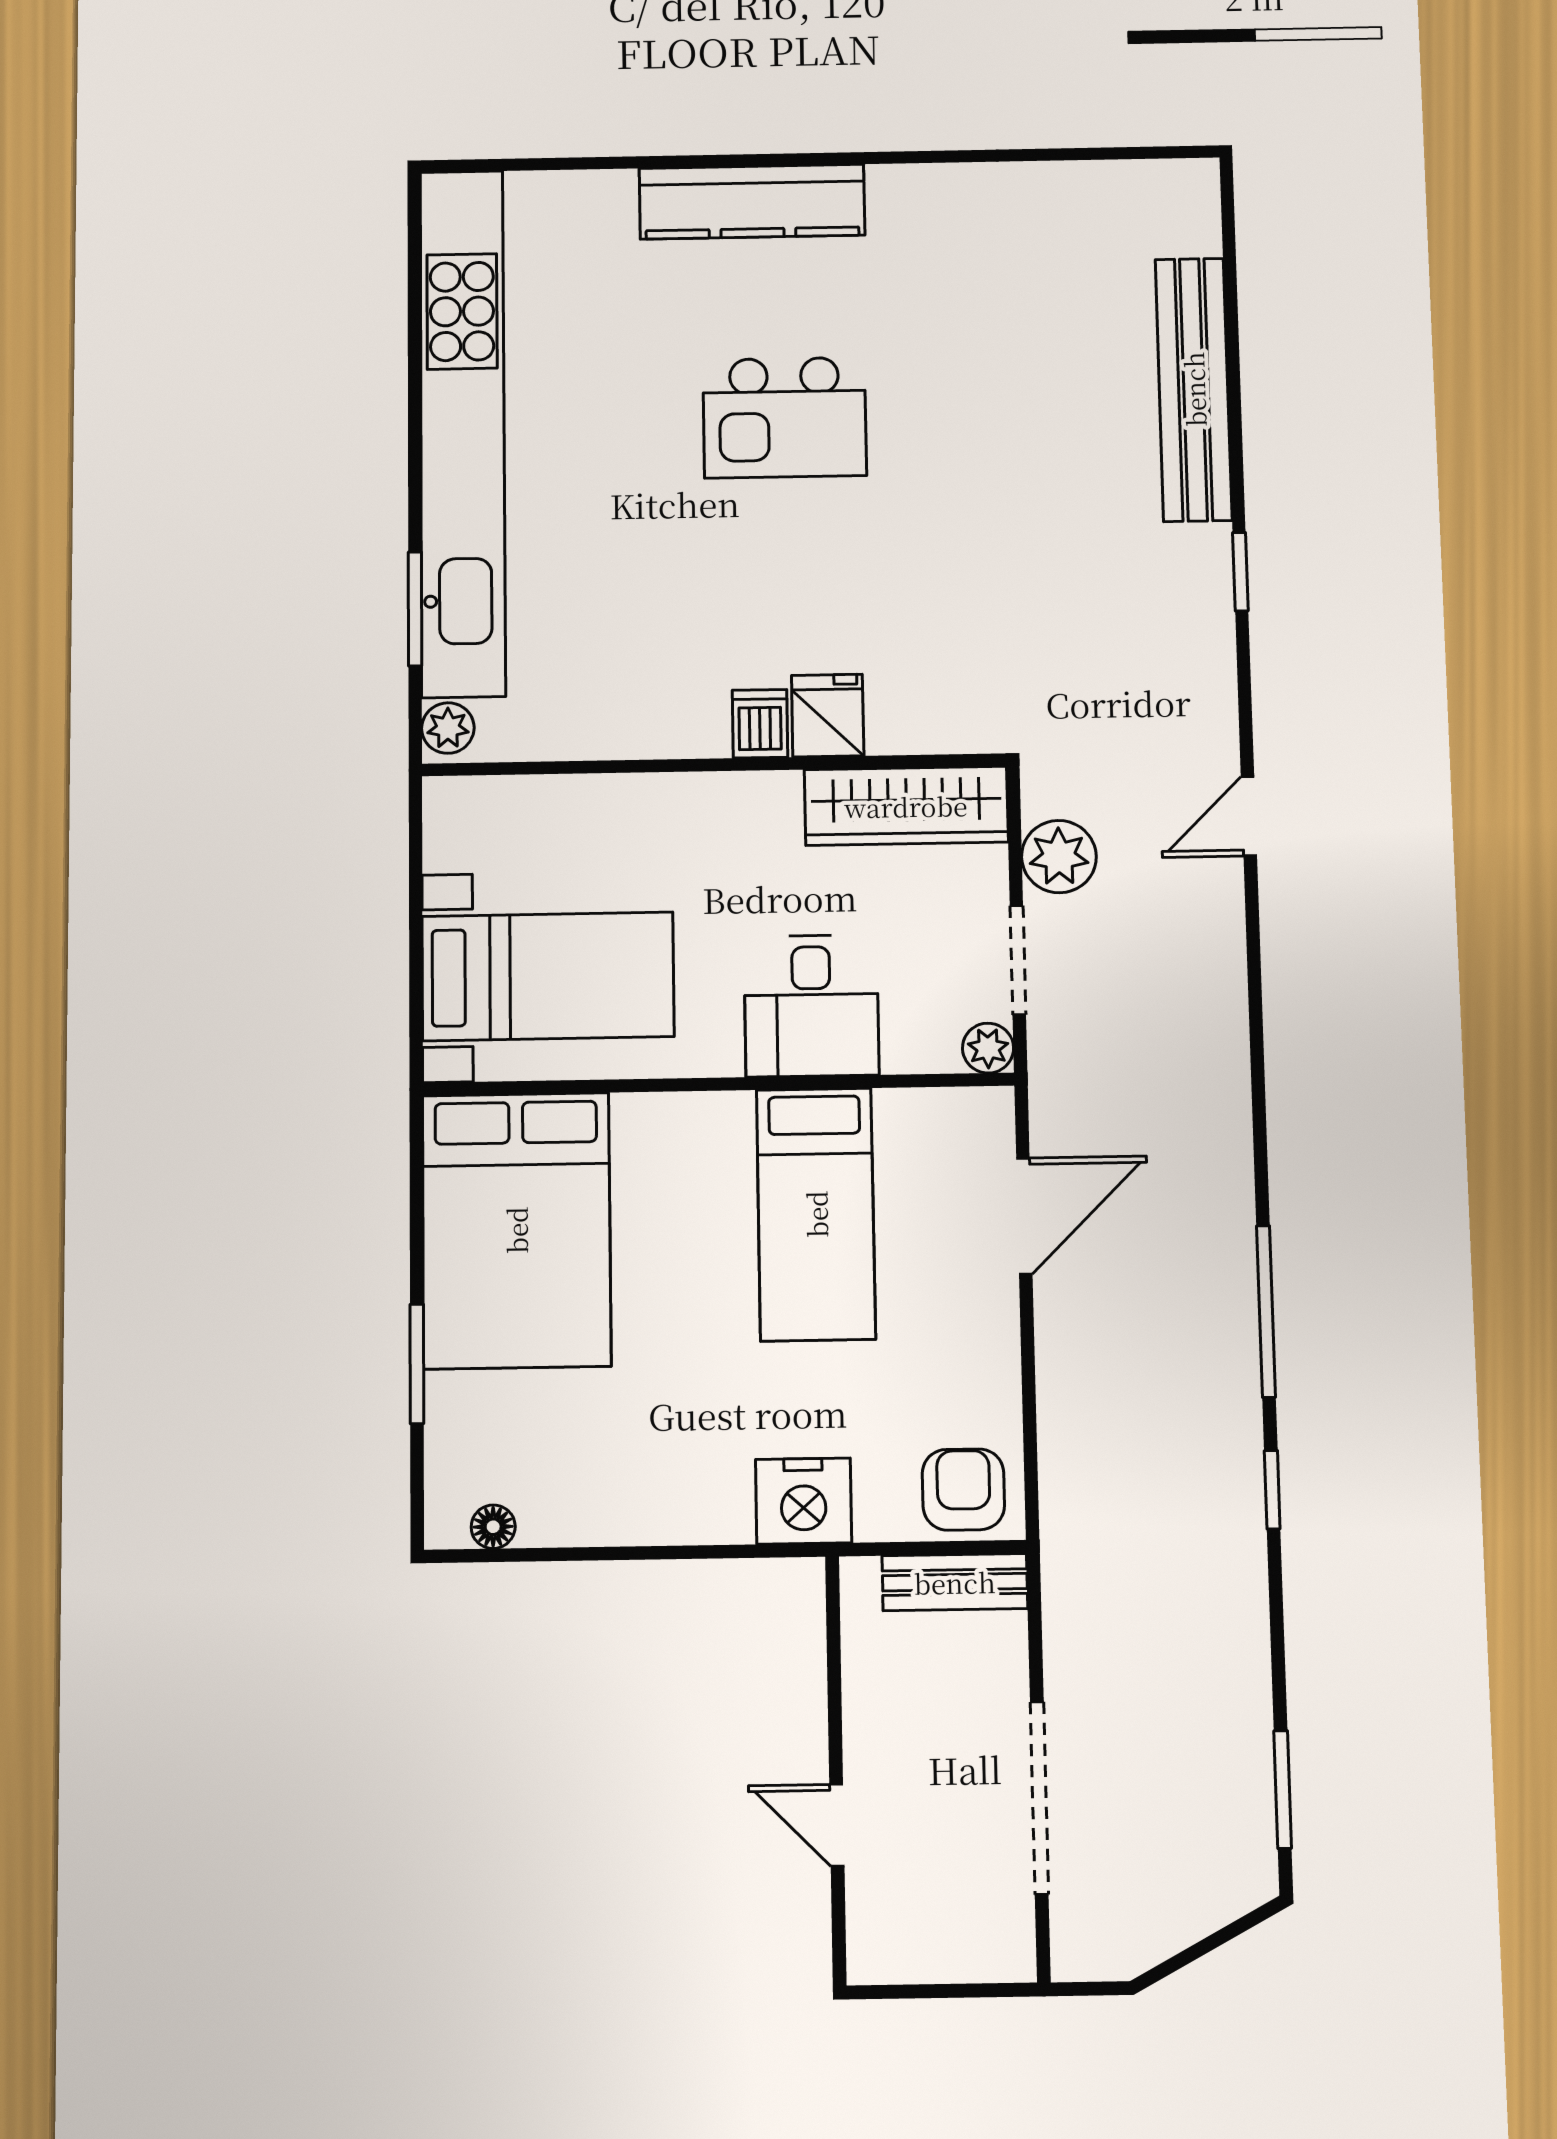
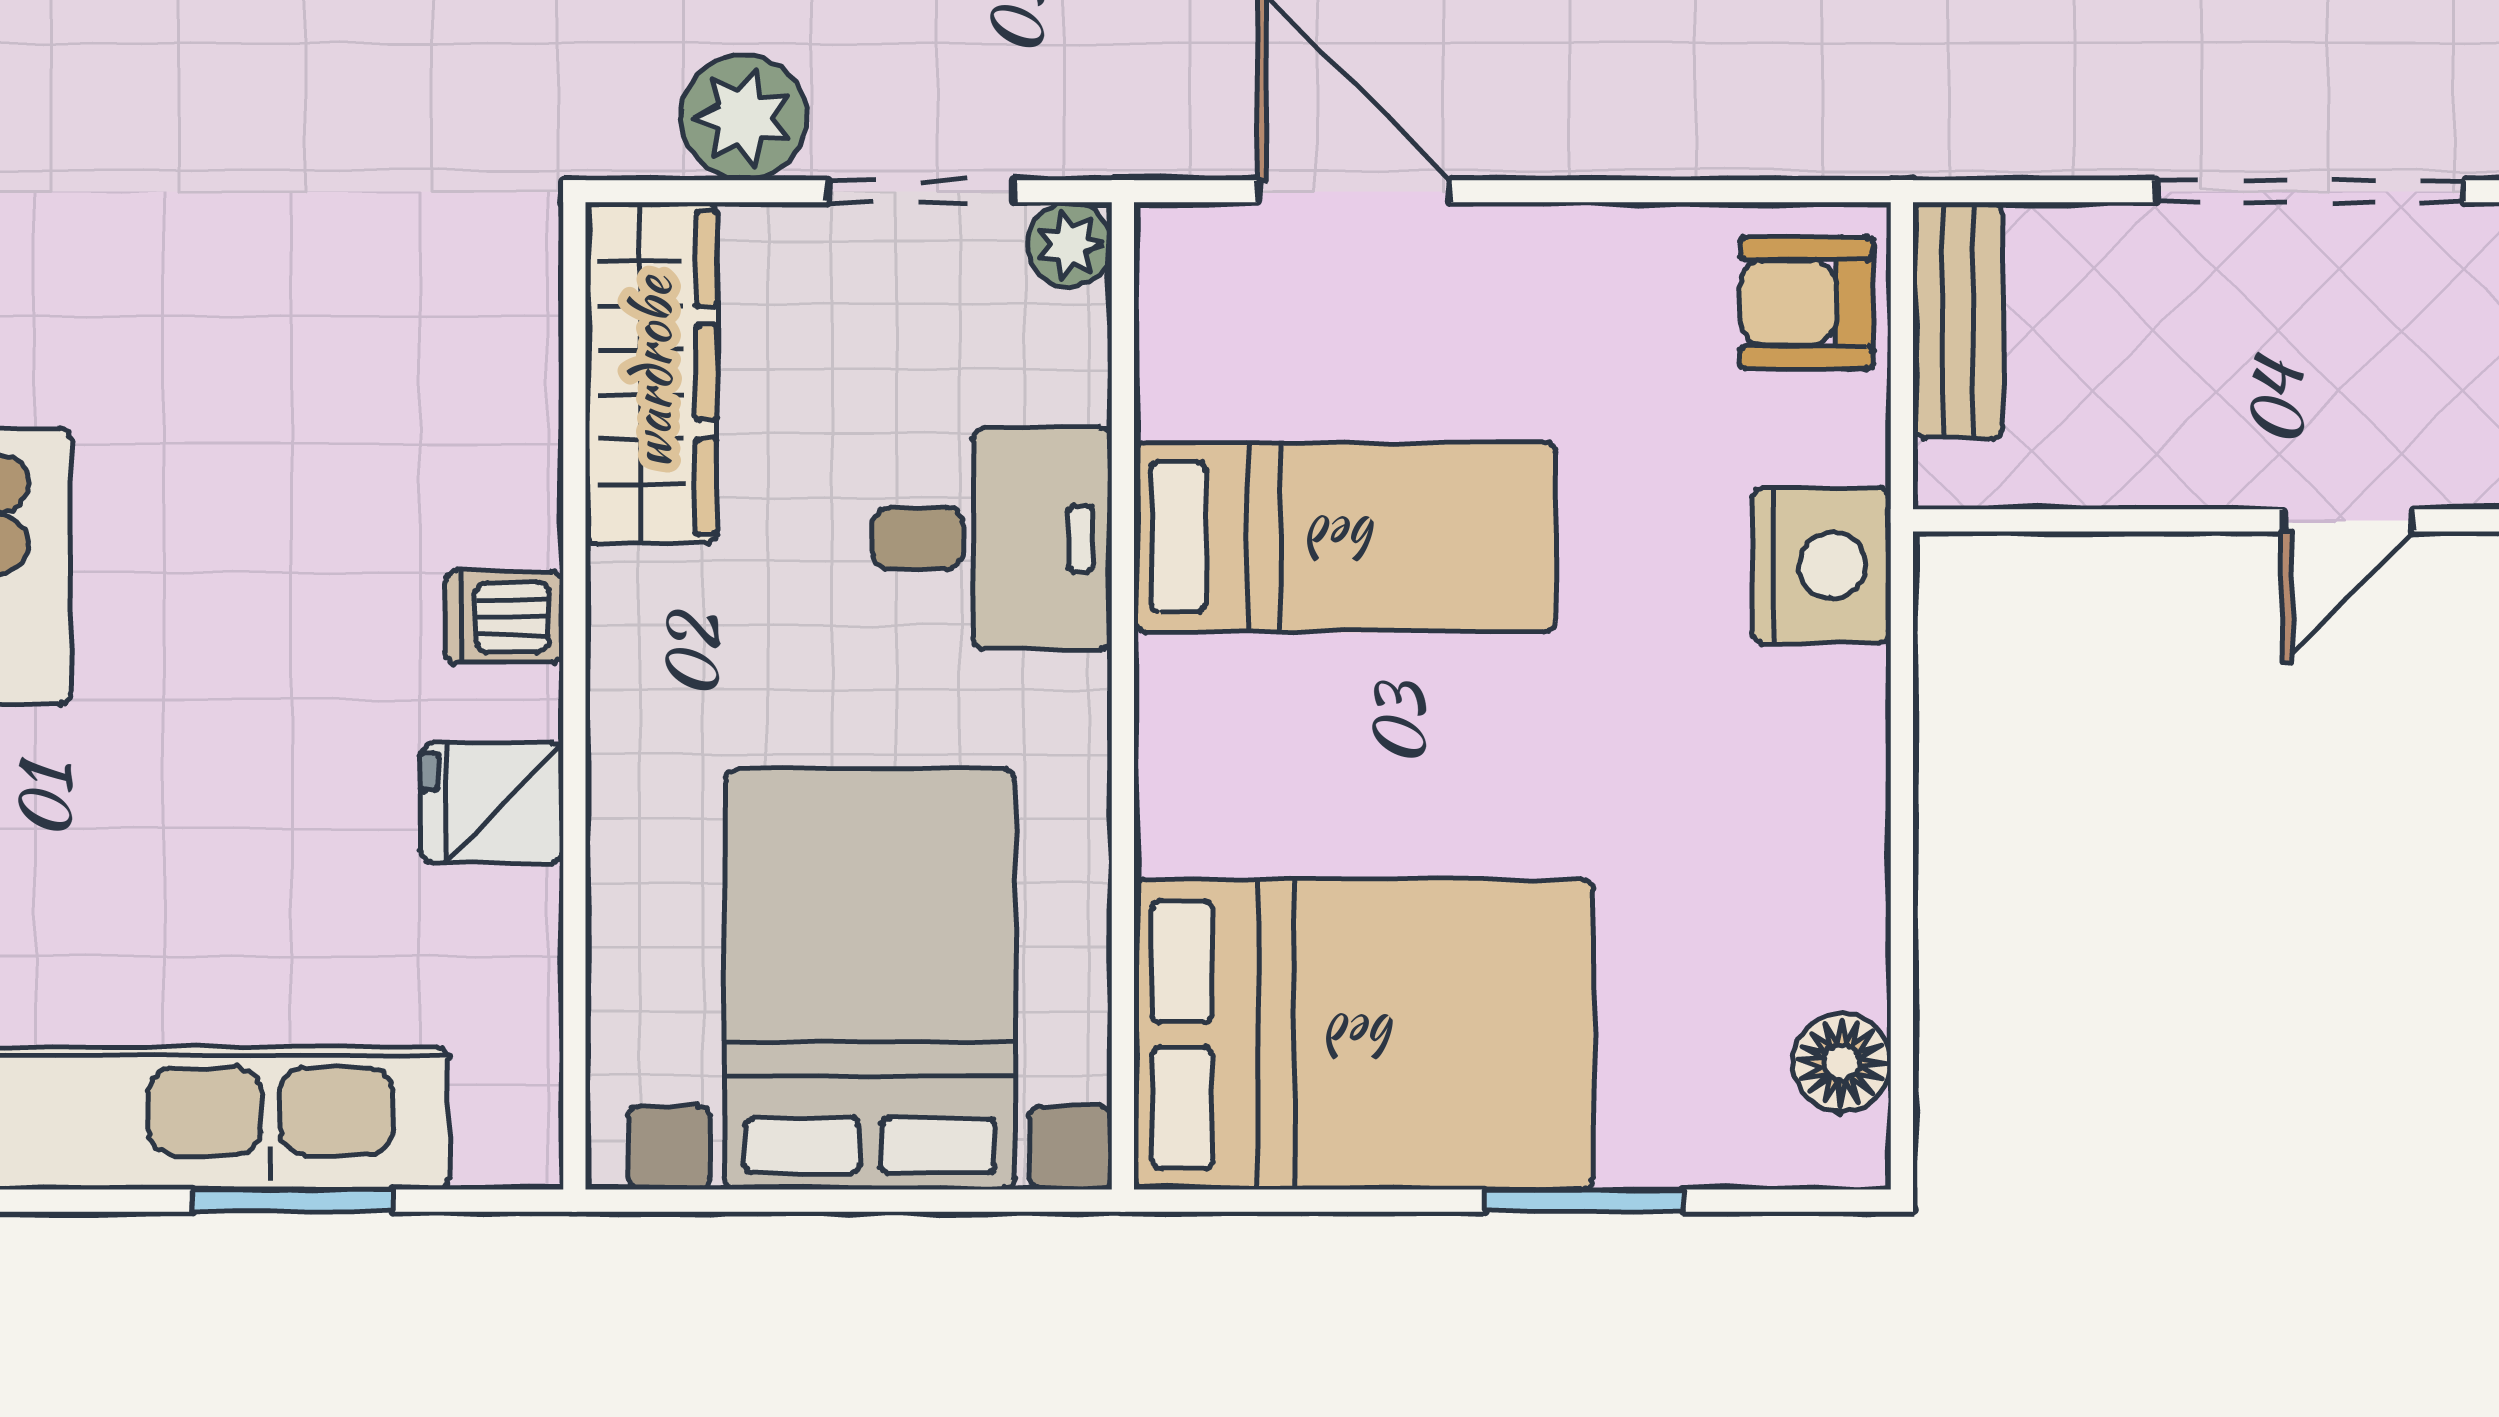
fridge: (828, 716) -> (492, 803), moved
plant: (448, 728) -> (502, 1145), removed
bed with nightstands: (548, 976) -> (870, 979), width x1.36
floor lamp: (493, 1527) -> (1842, 1062), width x1.37, depth x1.37

